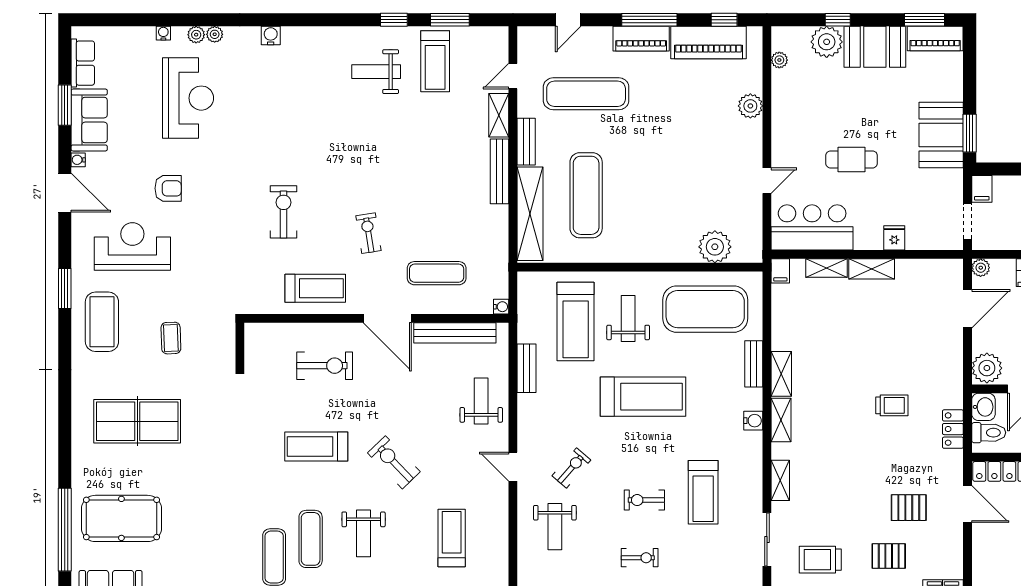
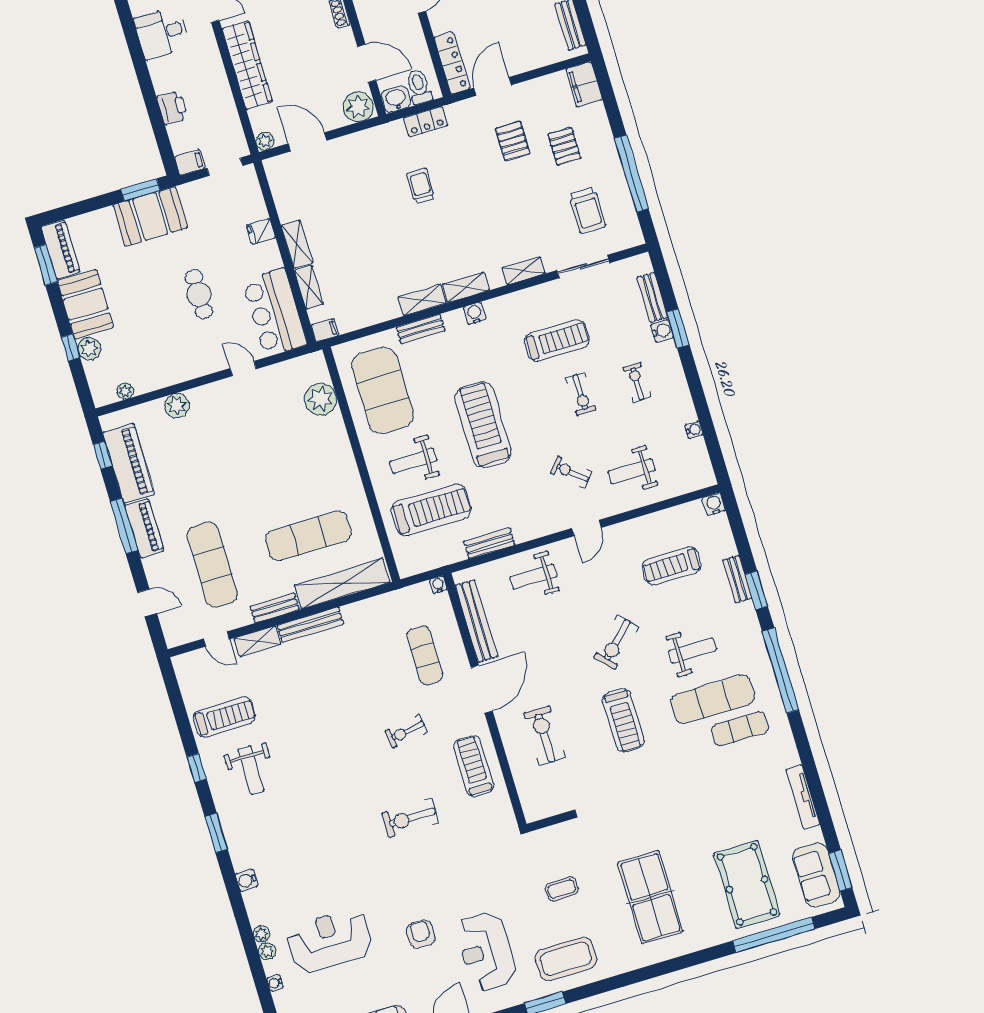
window: (450, 20) -> (216, 833), moved
plant: (827, 42) -> (89, 349), width x0.73, depth x0.73
weight bench: (555, 527) -> (631, 471), turned 180
exercise mat: (311, 539) -> (713, 699), width x1.36, depth x1.45

